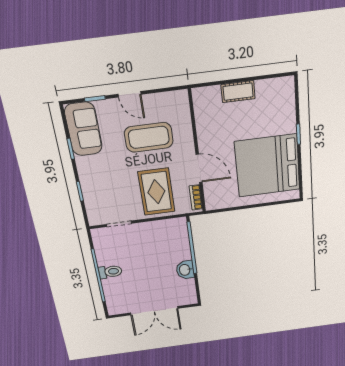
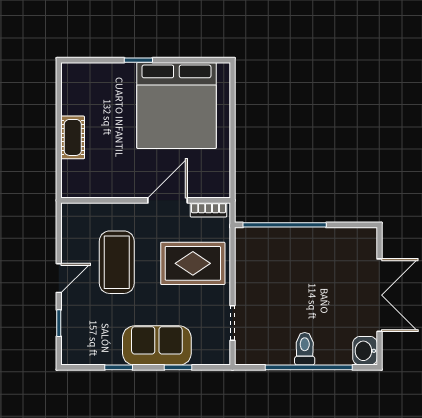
sofa: (83, 129) -> (157, 345), moved
washbasin: (185, 270) -> (365, 351), moved, turned 90

